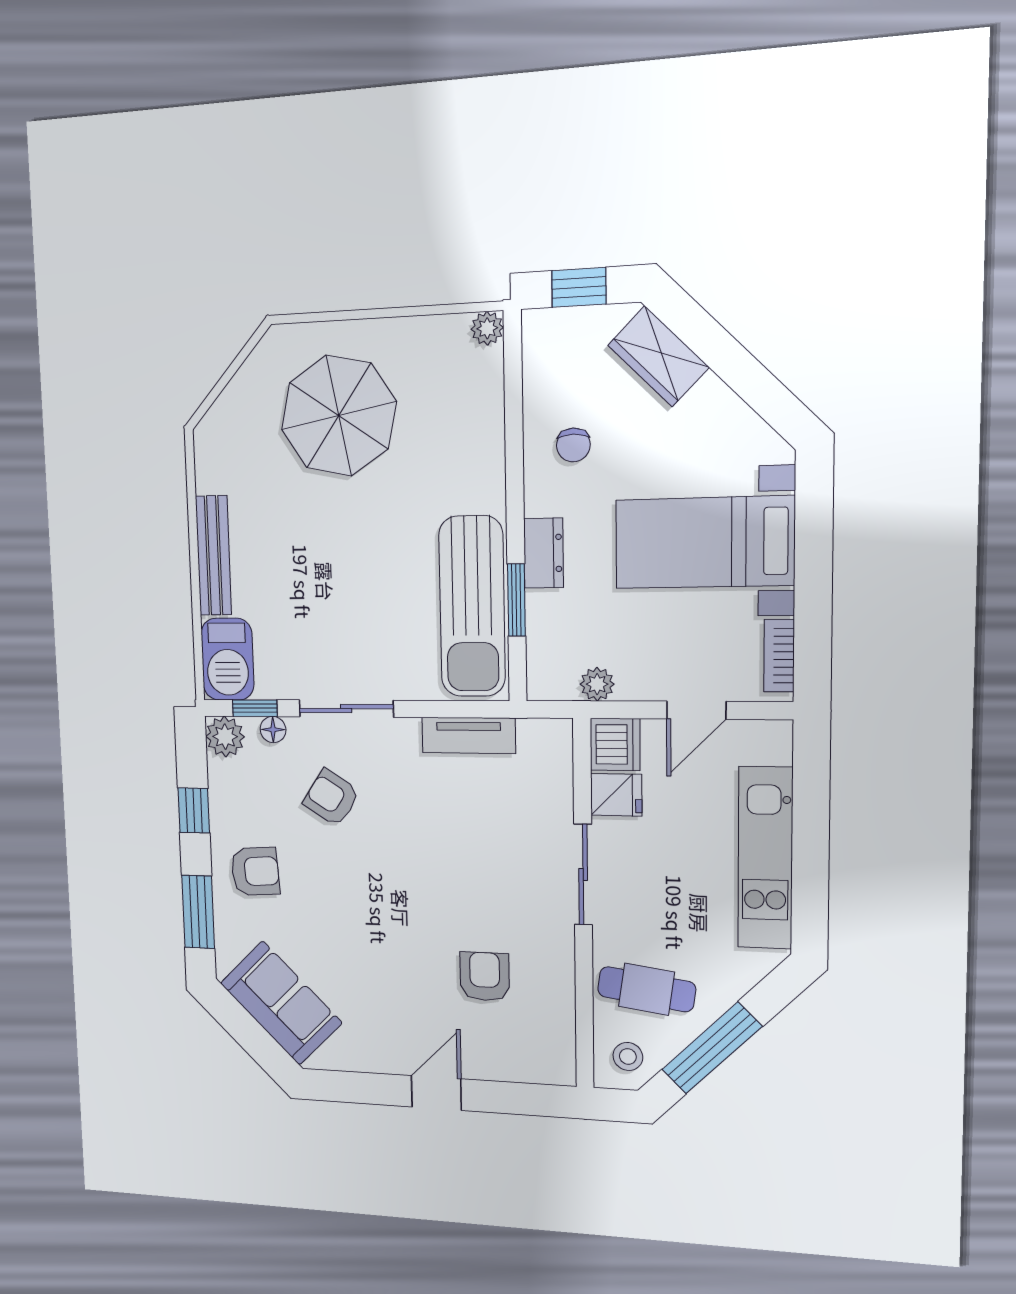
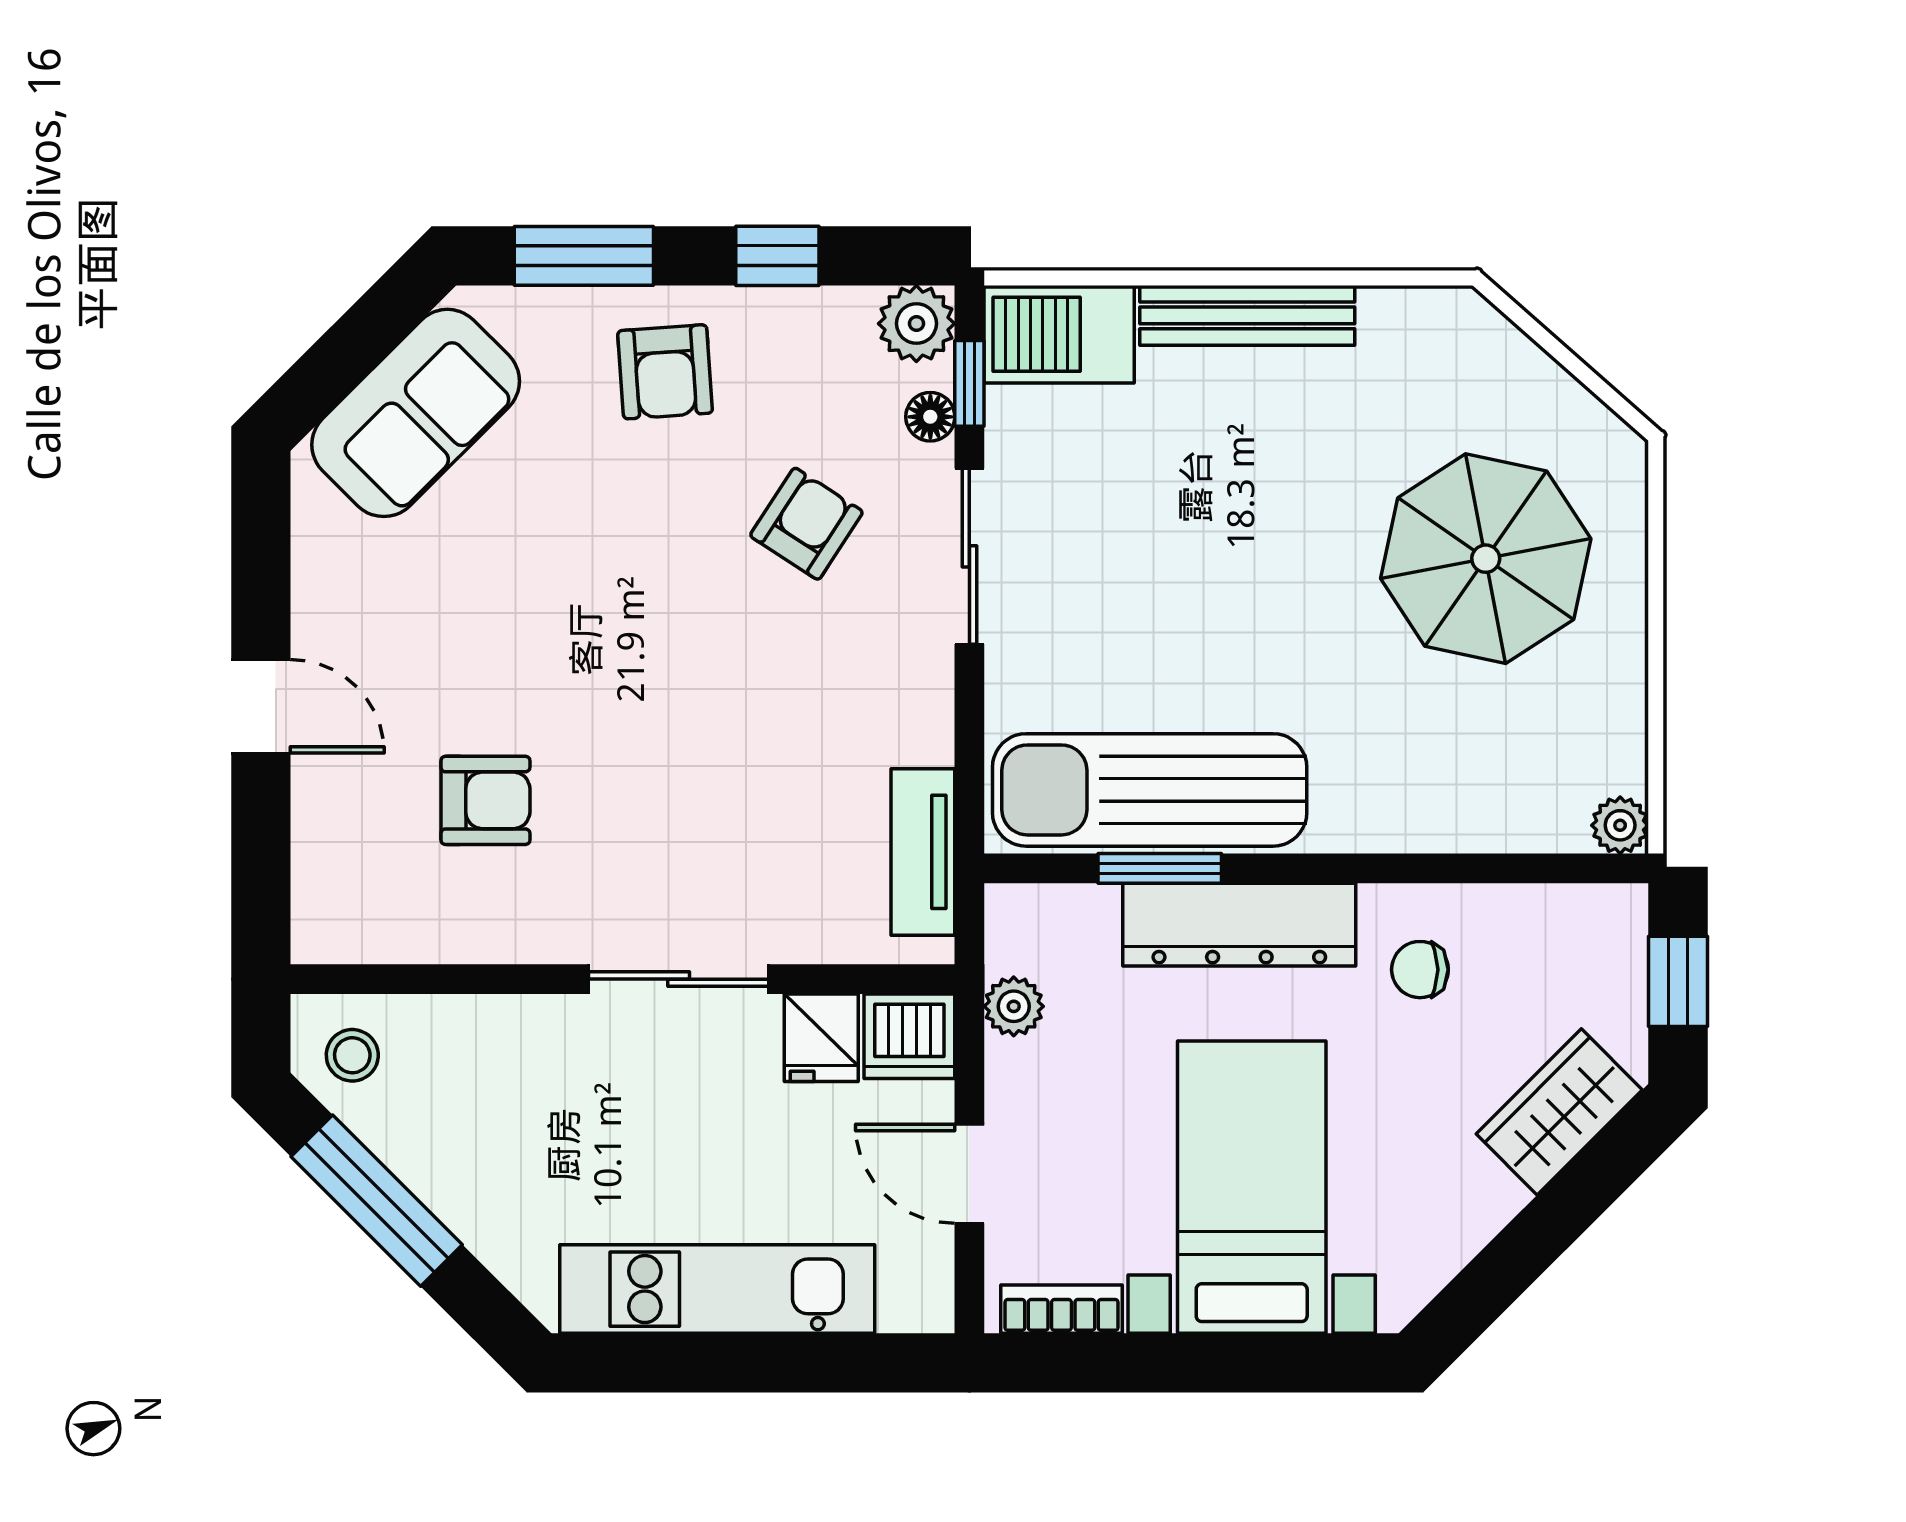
dresser: (544, 553) -> (1239, 925), width x1.96, depth x1.24
tv unit: (469, 735) -> (923, 852), moved
cafe table: (647, 989) -> (477, 1088), removed

